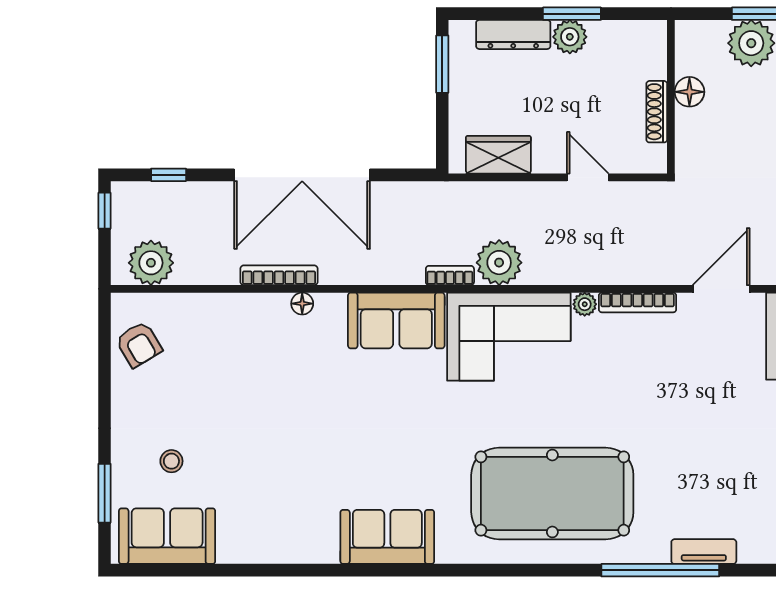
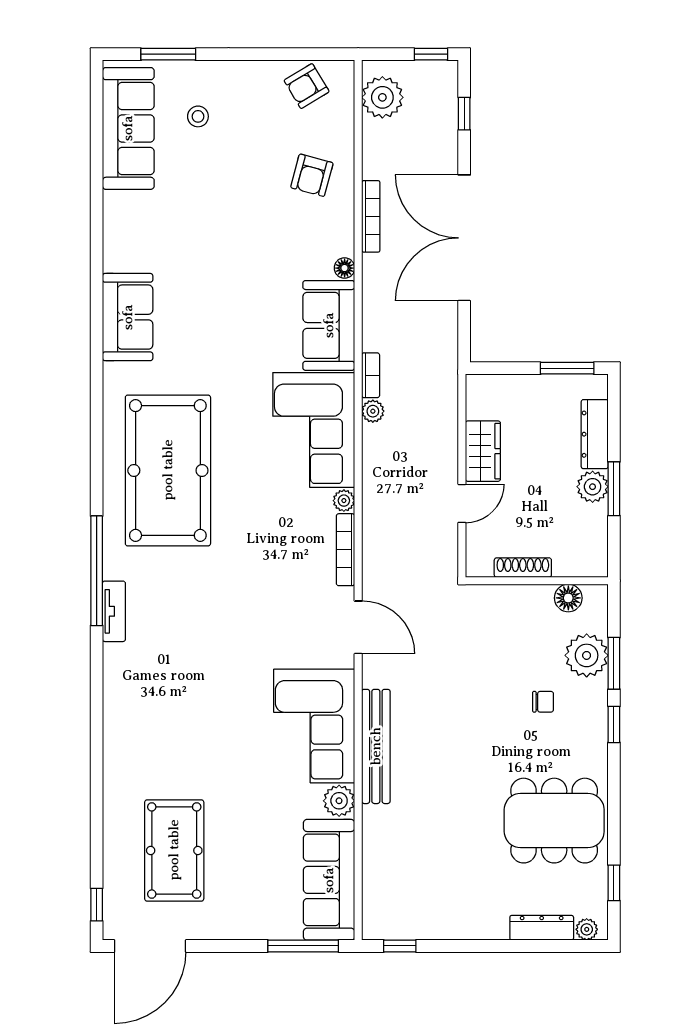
floor lamp: (689, 92) -> (568, 598), moved
wardrobe: (498, 155) -> (483, 451), moved
plant: (499, 263) -> (373, 411), width x0.53, depth x0.53
floor lamp: (302, 304) -> (345, 268), moved
armchair: (235, 339) -> (312, 175), added
sofa: (167, 536) -> (128, 128), width x1.36

